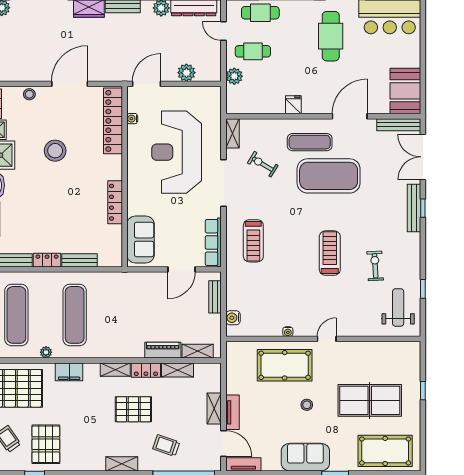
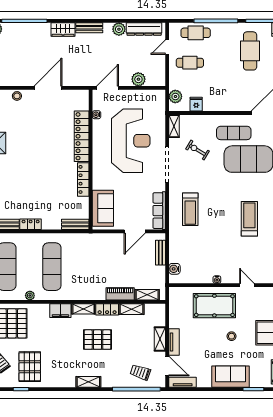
door: (224, 31) -> (167, 47), hinge flipped
plant: (234, 76) -> (175, 97), moved
fridge: (293, 105) -> (196, 104), moved
locker: (113, 121) -> (82, 136), moved
stool: (55, 151) -> (37, 140), removed
reception desk: (177, 152) -> (131, 141), turned 180
bench: (79, 260) -> (75, 224), moved
door: (327, 339) -> (247, 285), hinge flipped
filing cabinet: (69, 372) -> (60, 311), moved
trolley: (166, 445) -> (140, 372), moved

